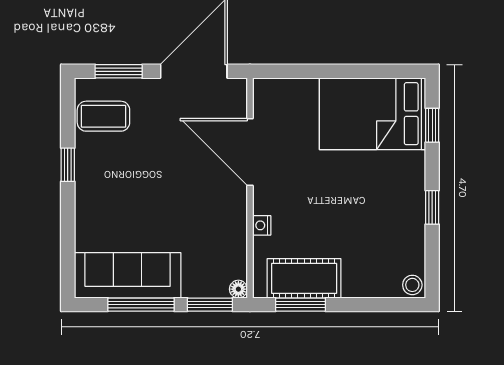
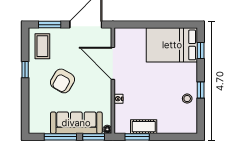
coffee table: (103, 116) -> (42, 46), turned 90
armchair: (145, 189) -> (62, 81), added
sofa: (128, 275) -> (76, 123), moved
cot: (304, 278) -> (144, 127), width x0.73, depth x0.75
stool: (412, 285) -> (187, 99), moved

